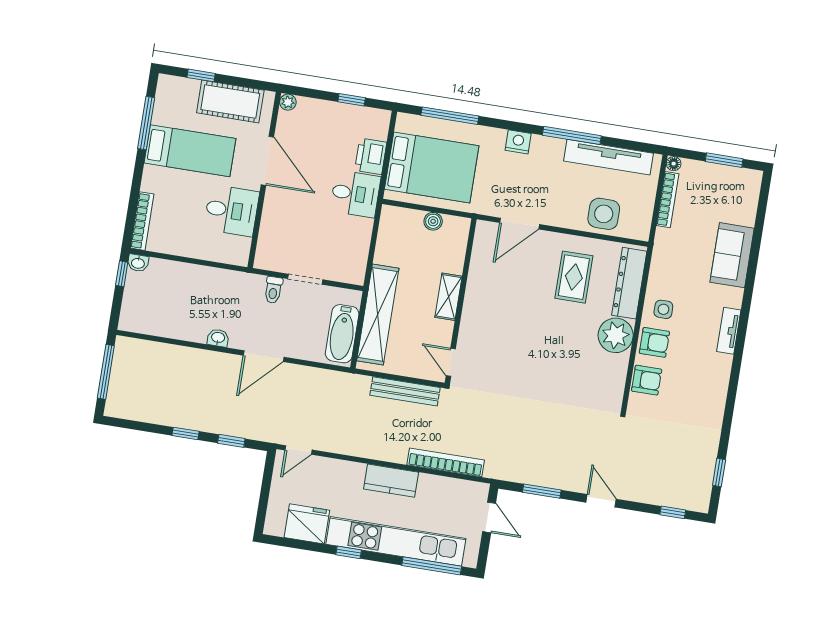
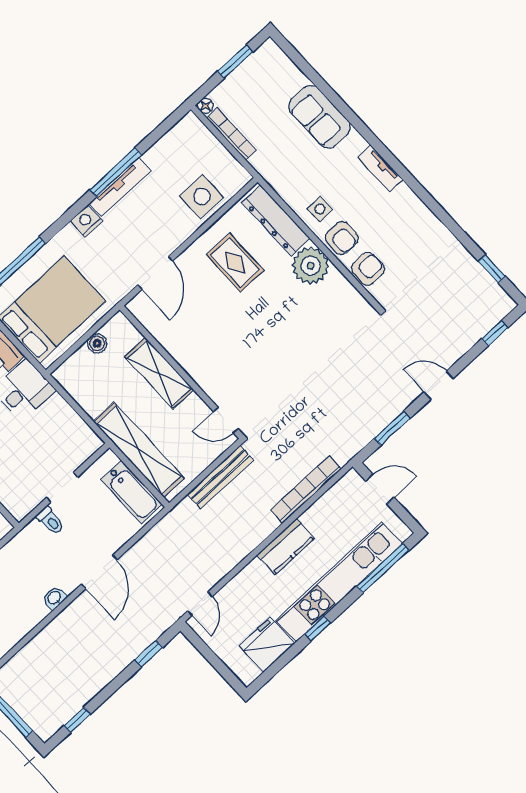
tv unit: (608, 157) -> (120, 187), moved, width x0.73, depth x0.78
shelving: (448, 297) -> (159, 373), width x1.50, depth x1.33
armchair: (654, 342) -> (342, 238), turned 90
window: (185, 433) -> (77, 720), moved

